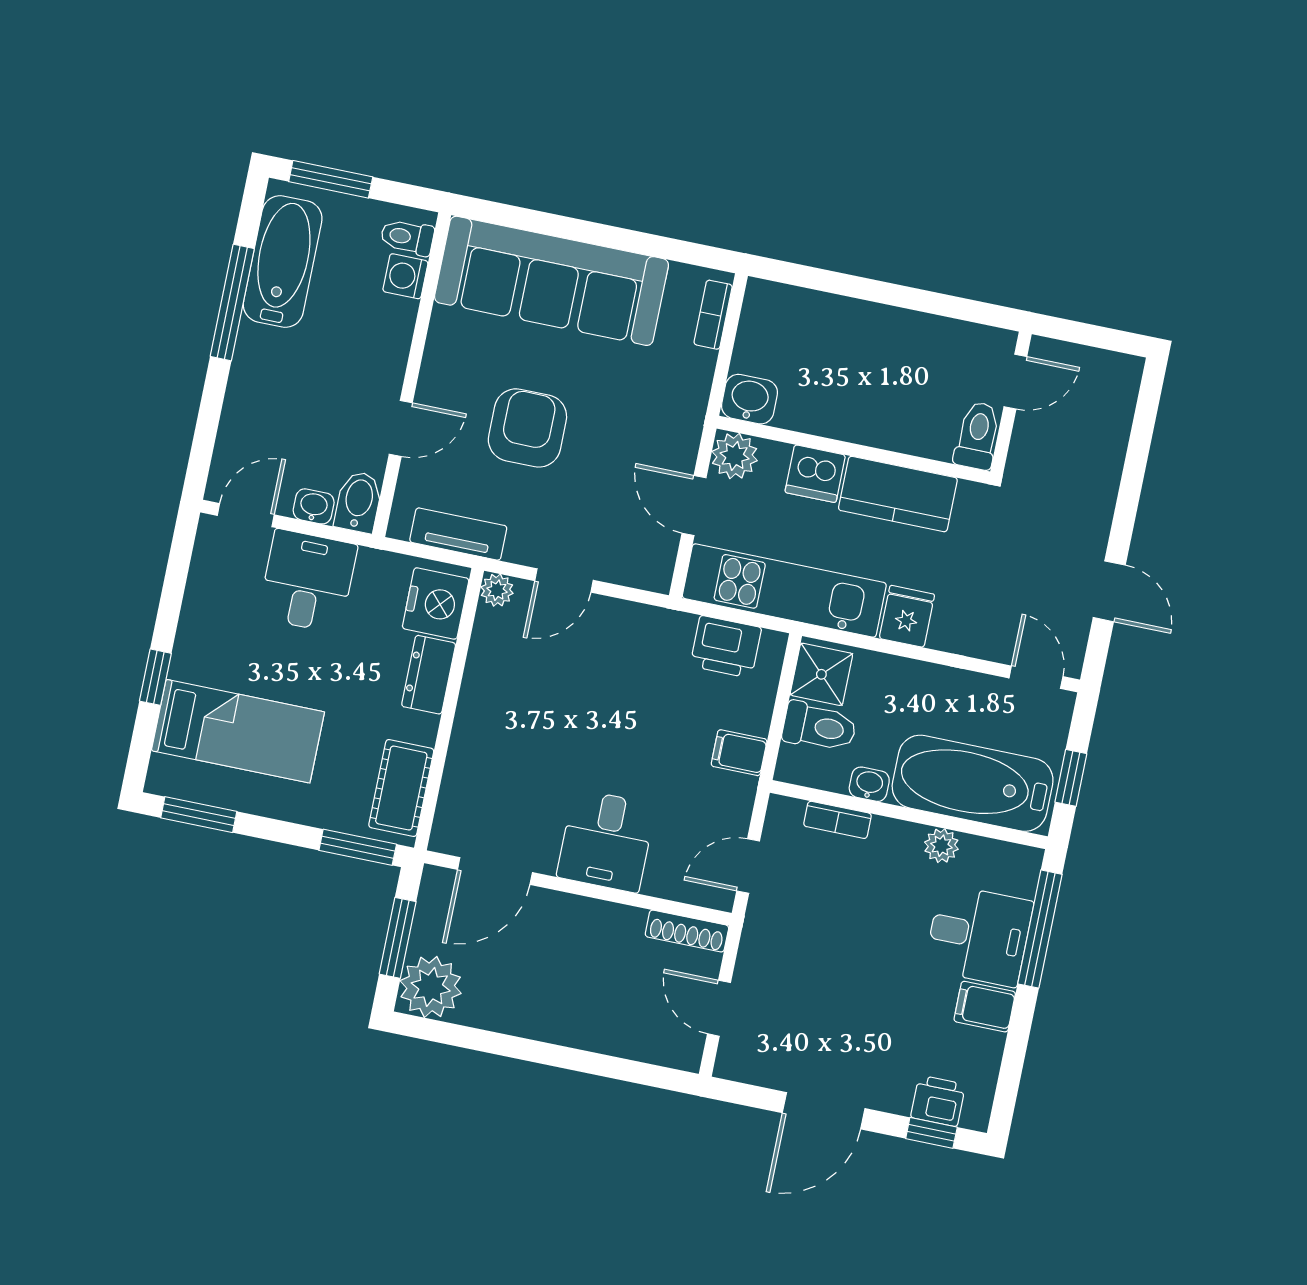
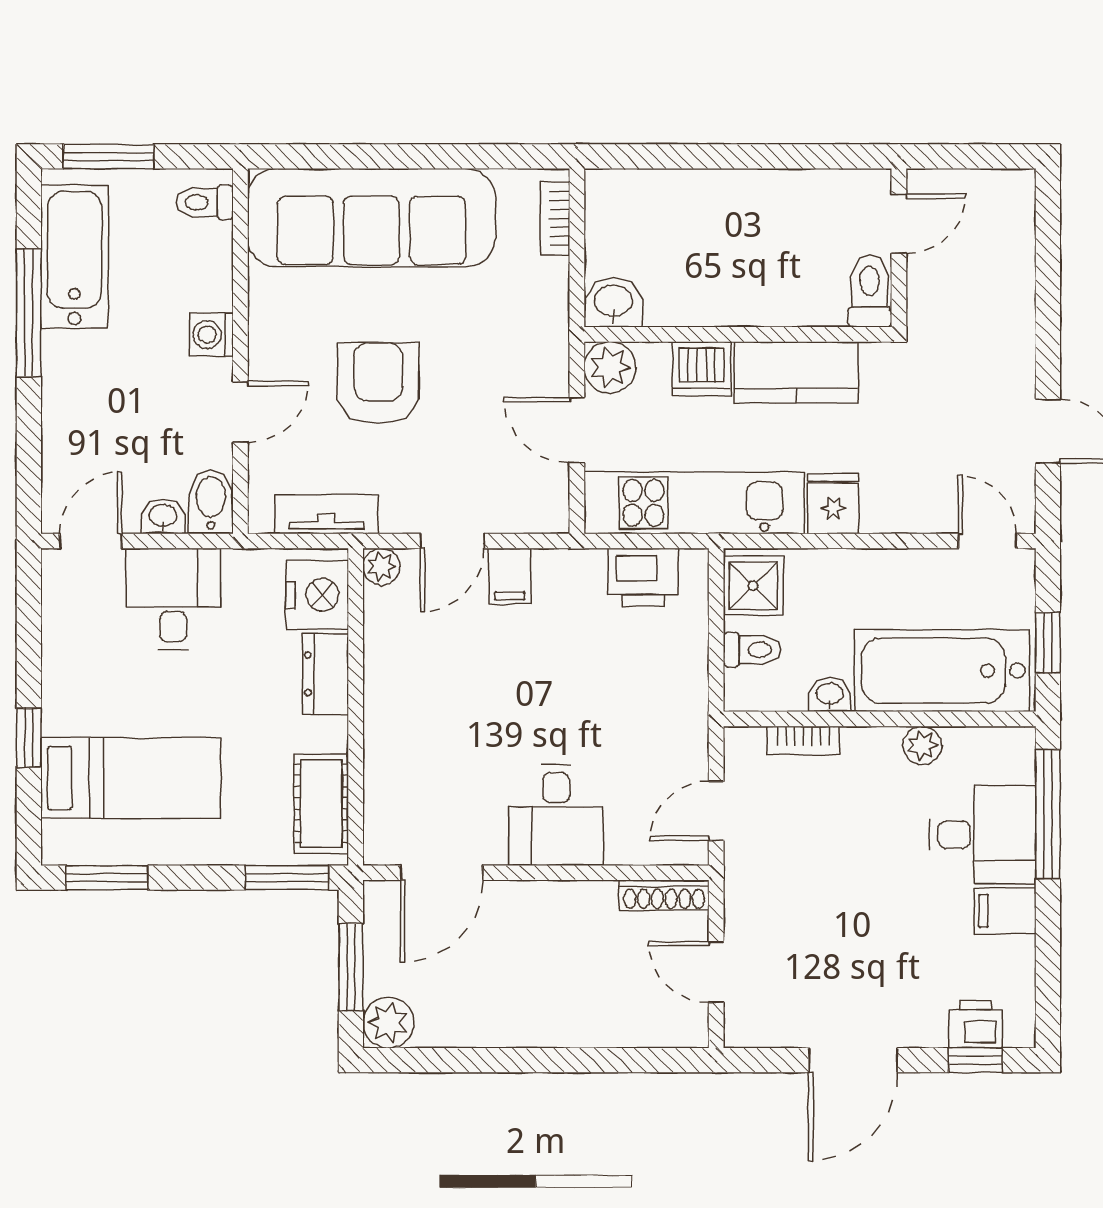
washing machine: (405, 276) -> (211, 335), moved
toilet: (819, 727) -> (752, 650), width x0.73, depth x0.72
filing cabinet: (739, 753) -> (510, 576), moved, turned -90
plant: (431, 987) -> (388, 1023), width x0.73, depth x0.73

